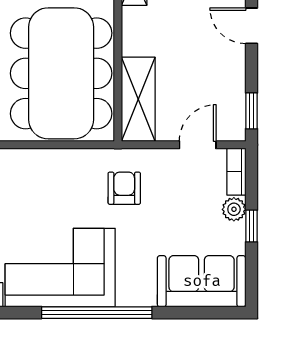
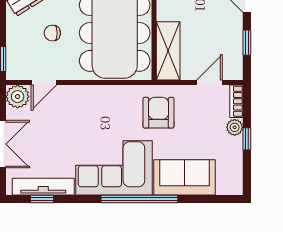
window: (251, 111) -> (247, 43), moved
armchair: (124, 188) -> (158, 113), width x1.38, depth x1.38
sofa: (202, 281) -> (184, 177), moved

